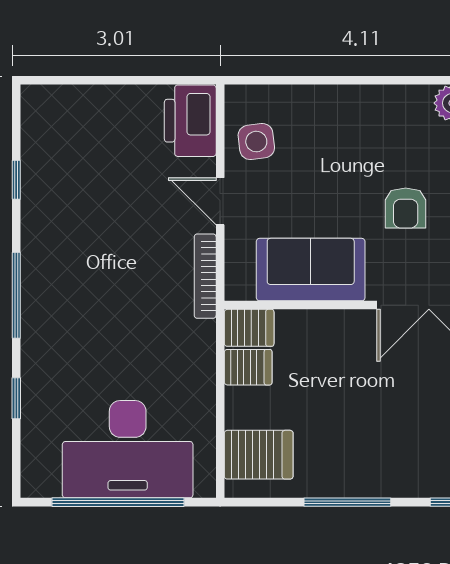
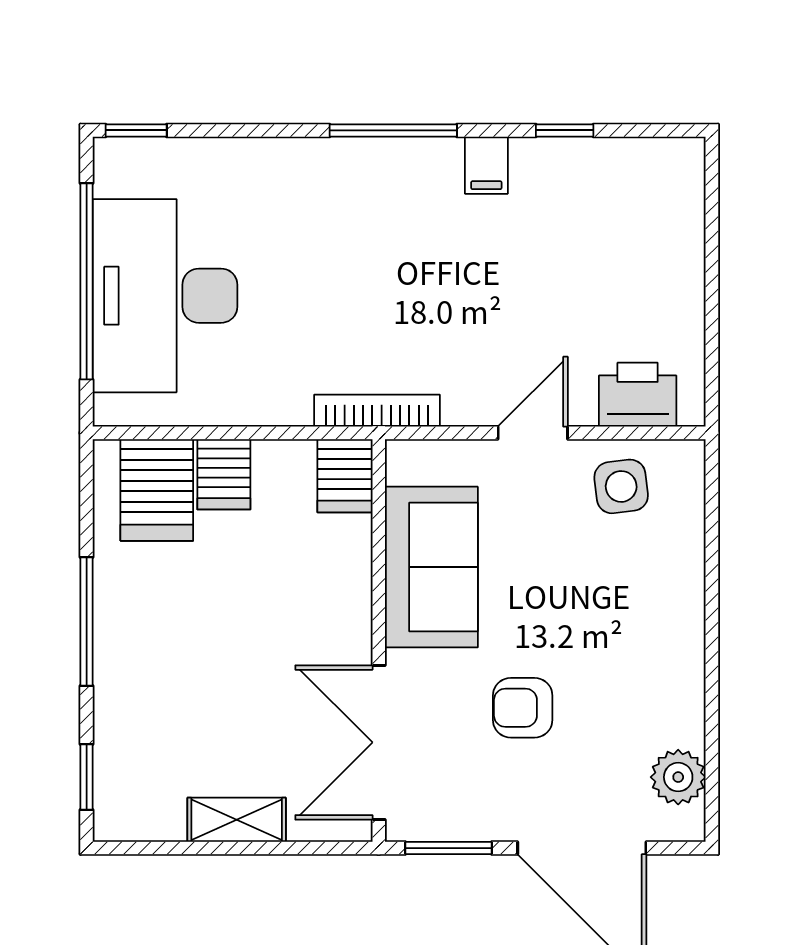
printer: (190, 121) -> (638, 395), width x0.73, depth x0.84
filing cabinet: (40, 232) -> (486, 165), added
bookcase: (205, 276) -> (377, 411), moved
server rack: (248, 367) -> (224, 474), moved
window: (16, 398) -> (136, 130), moved

